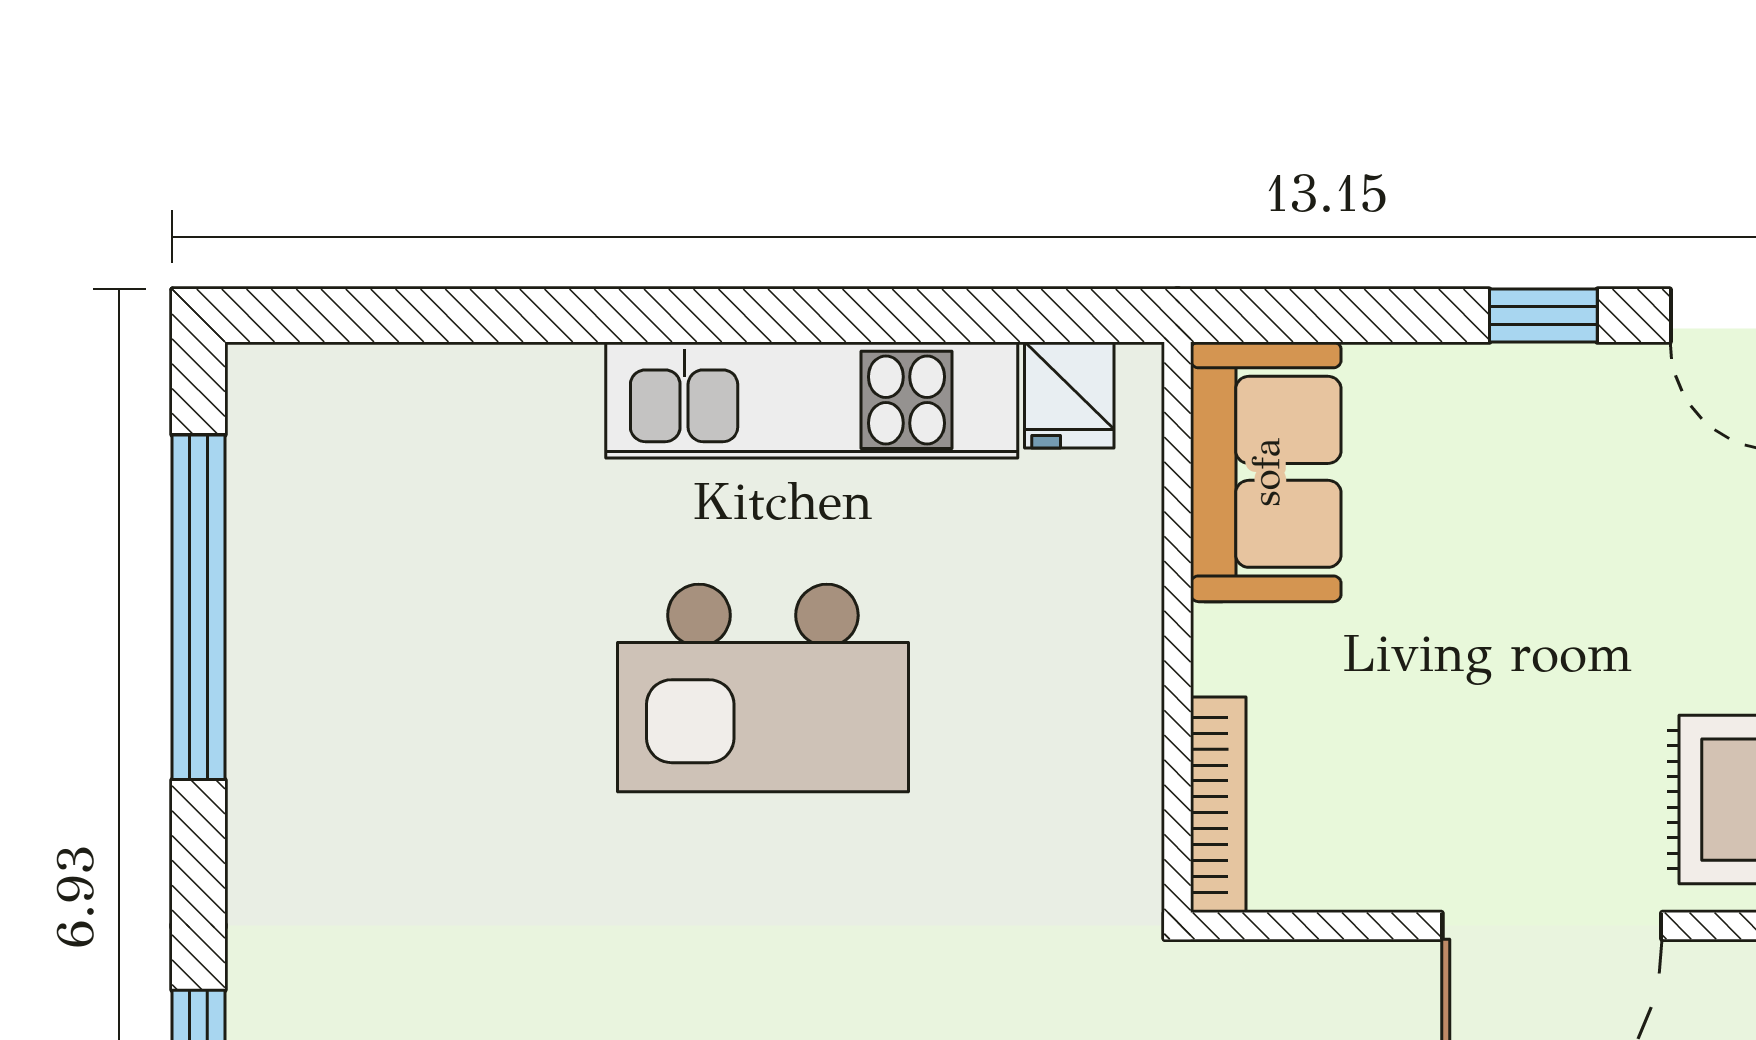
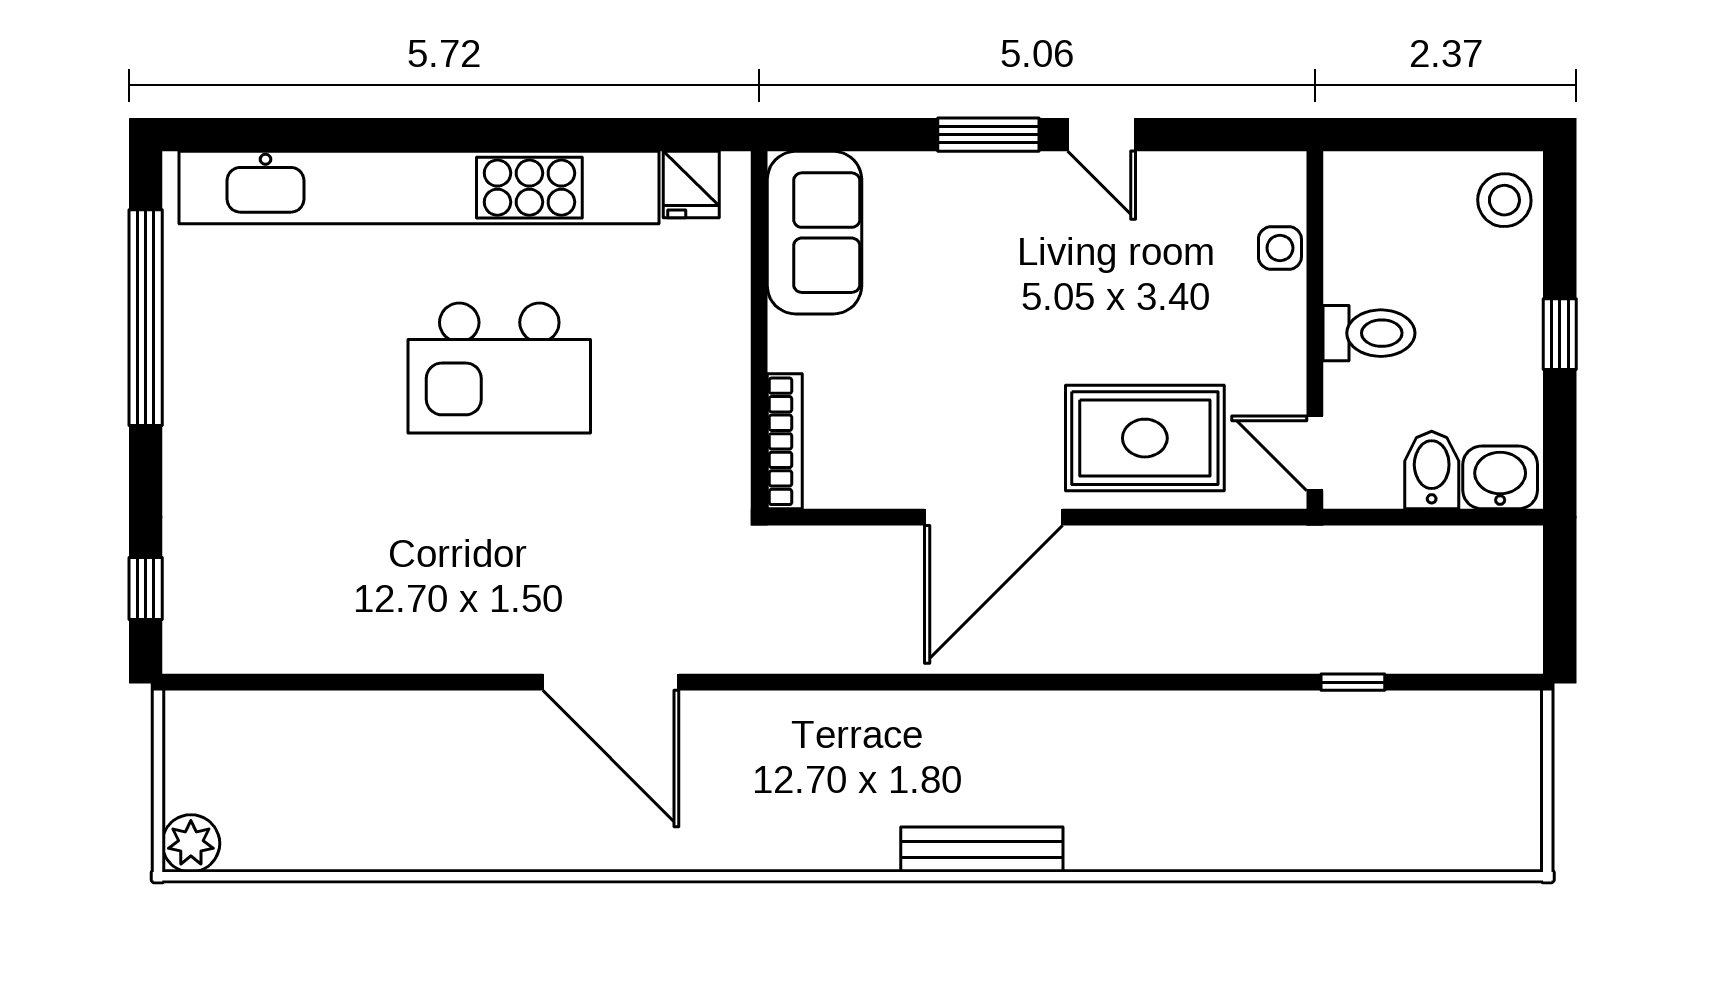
window: (1543, 316) -> (988, 135), width x1.50
kitchen unit: (812, 400) -> (419, 188), width x1.86

